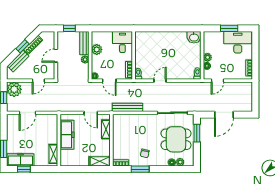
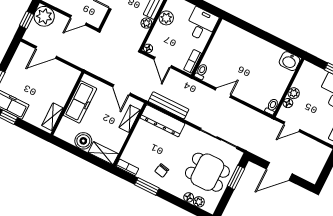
dresser: (129, 120) -> (163, 121), added
boiler: (82, 160) -> (83, 141), added

